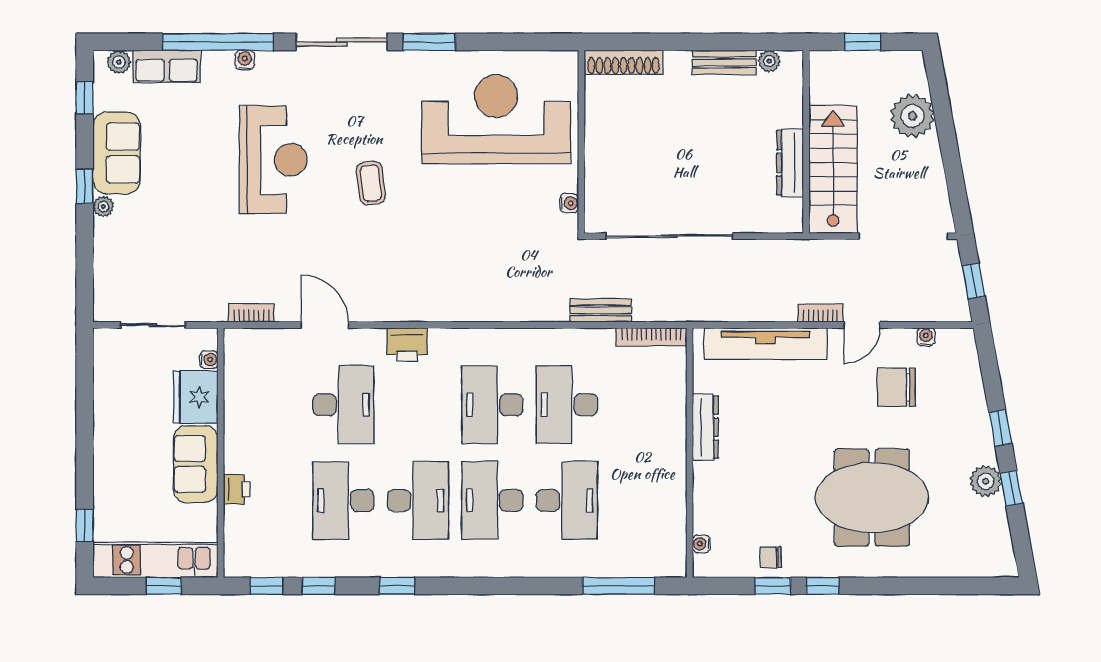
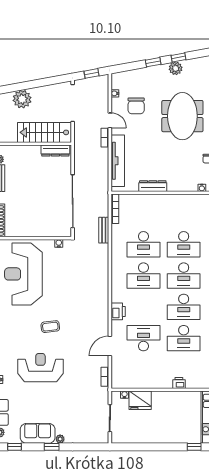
dresser: (790, 163) -> (55, 150), moved
sofa: (196, 464) -> (168, 400), removed
desk: (418, 500) -> (184, 307), turned 180
desk: (567, 500) -> (184, 244), turned 180

